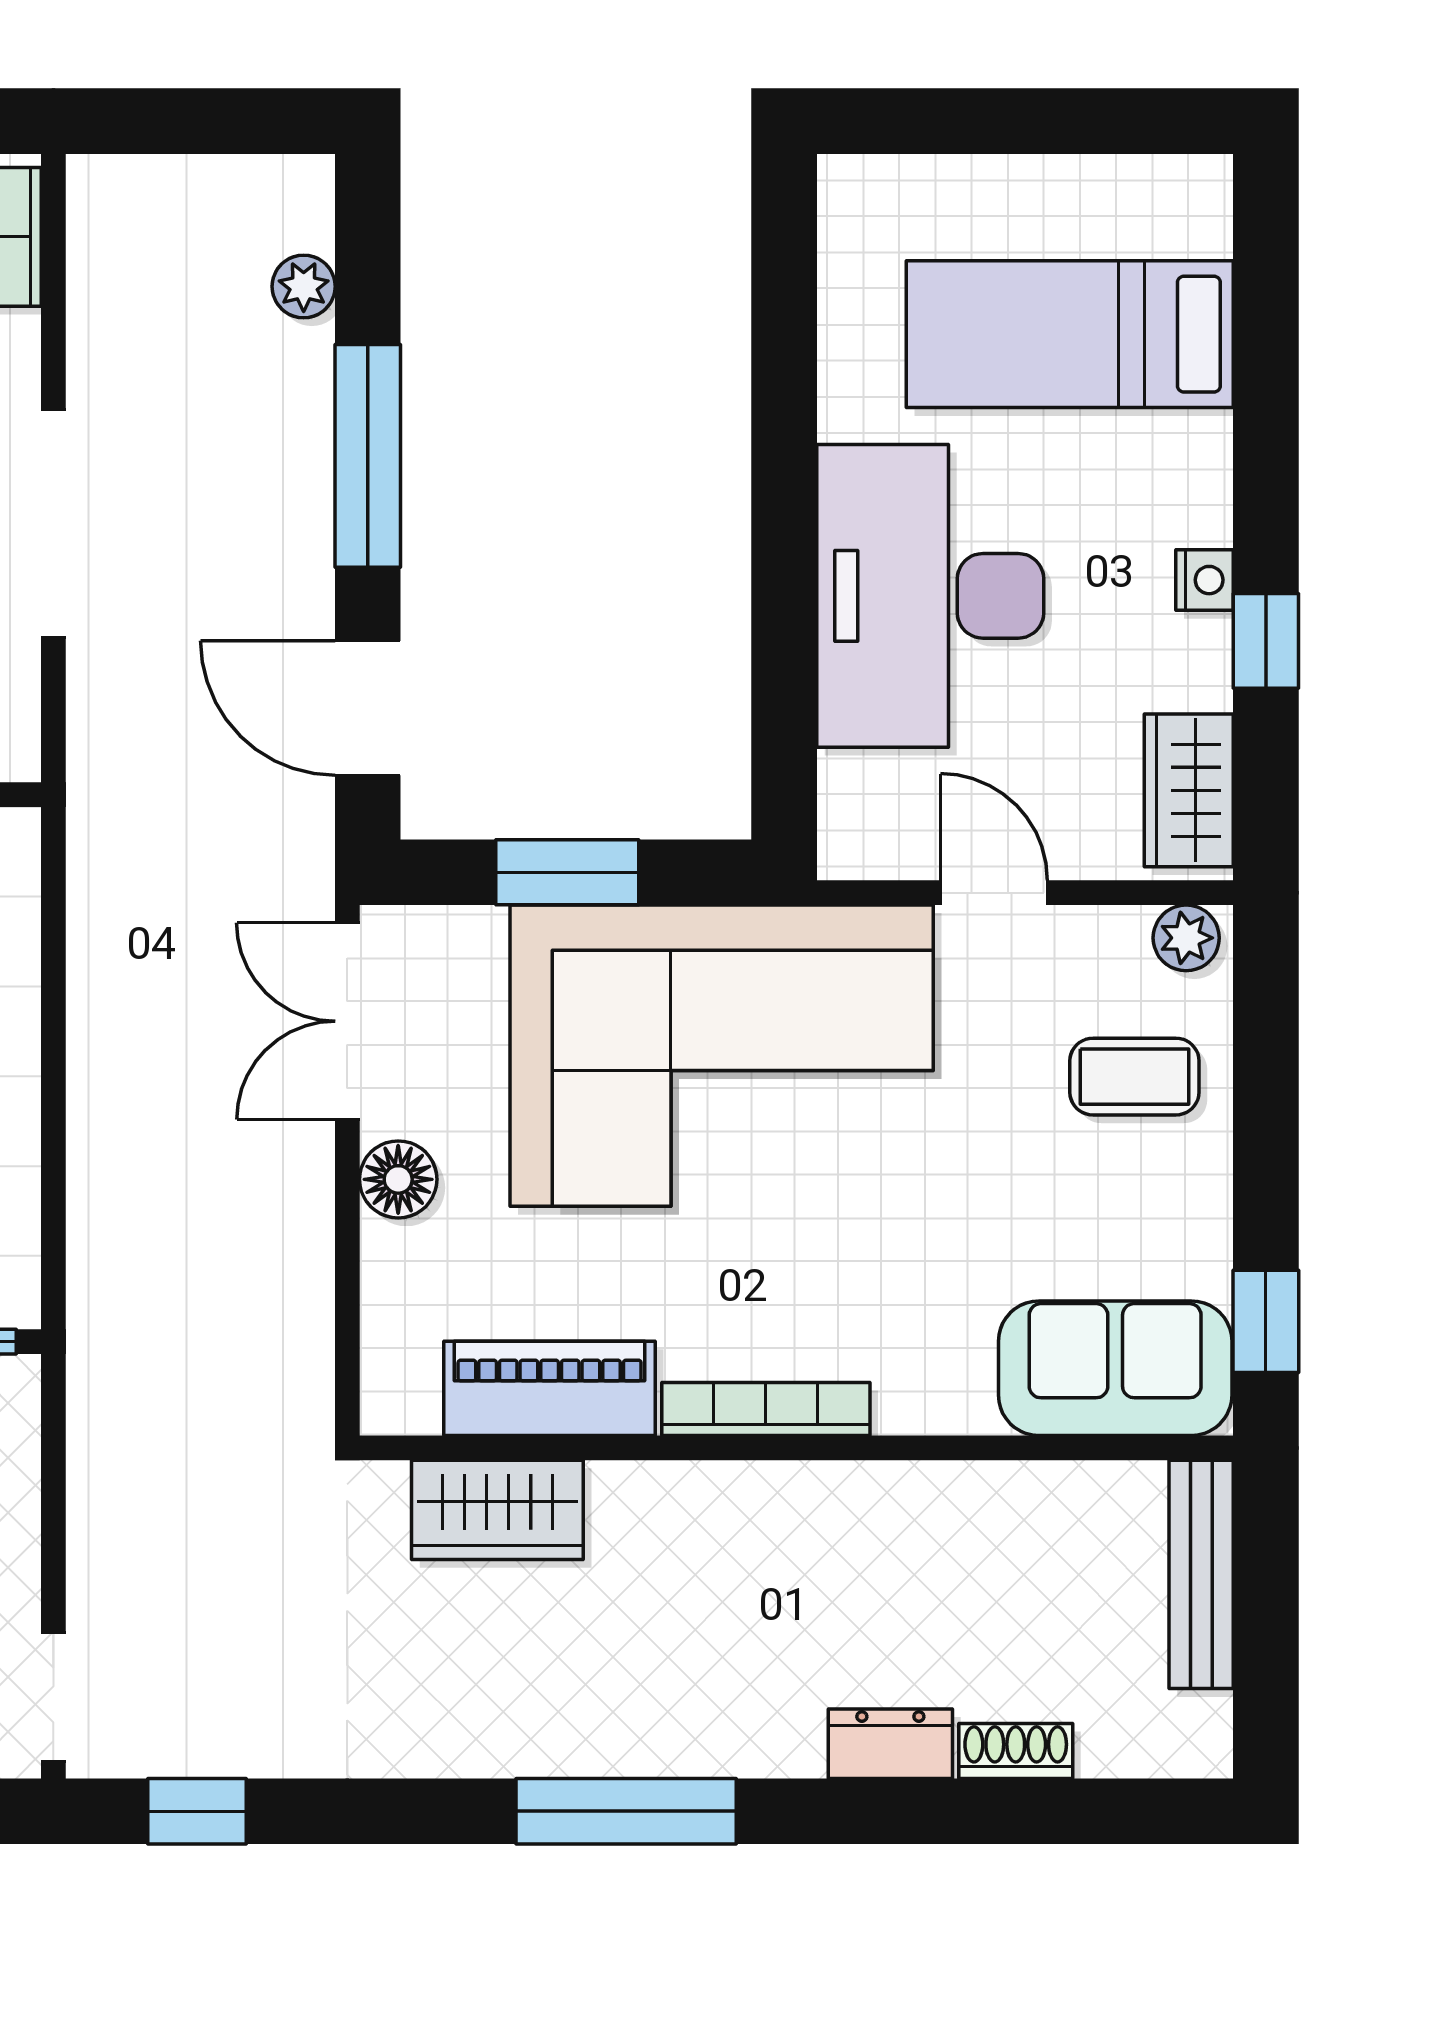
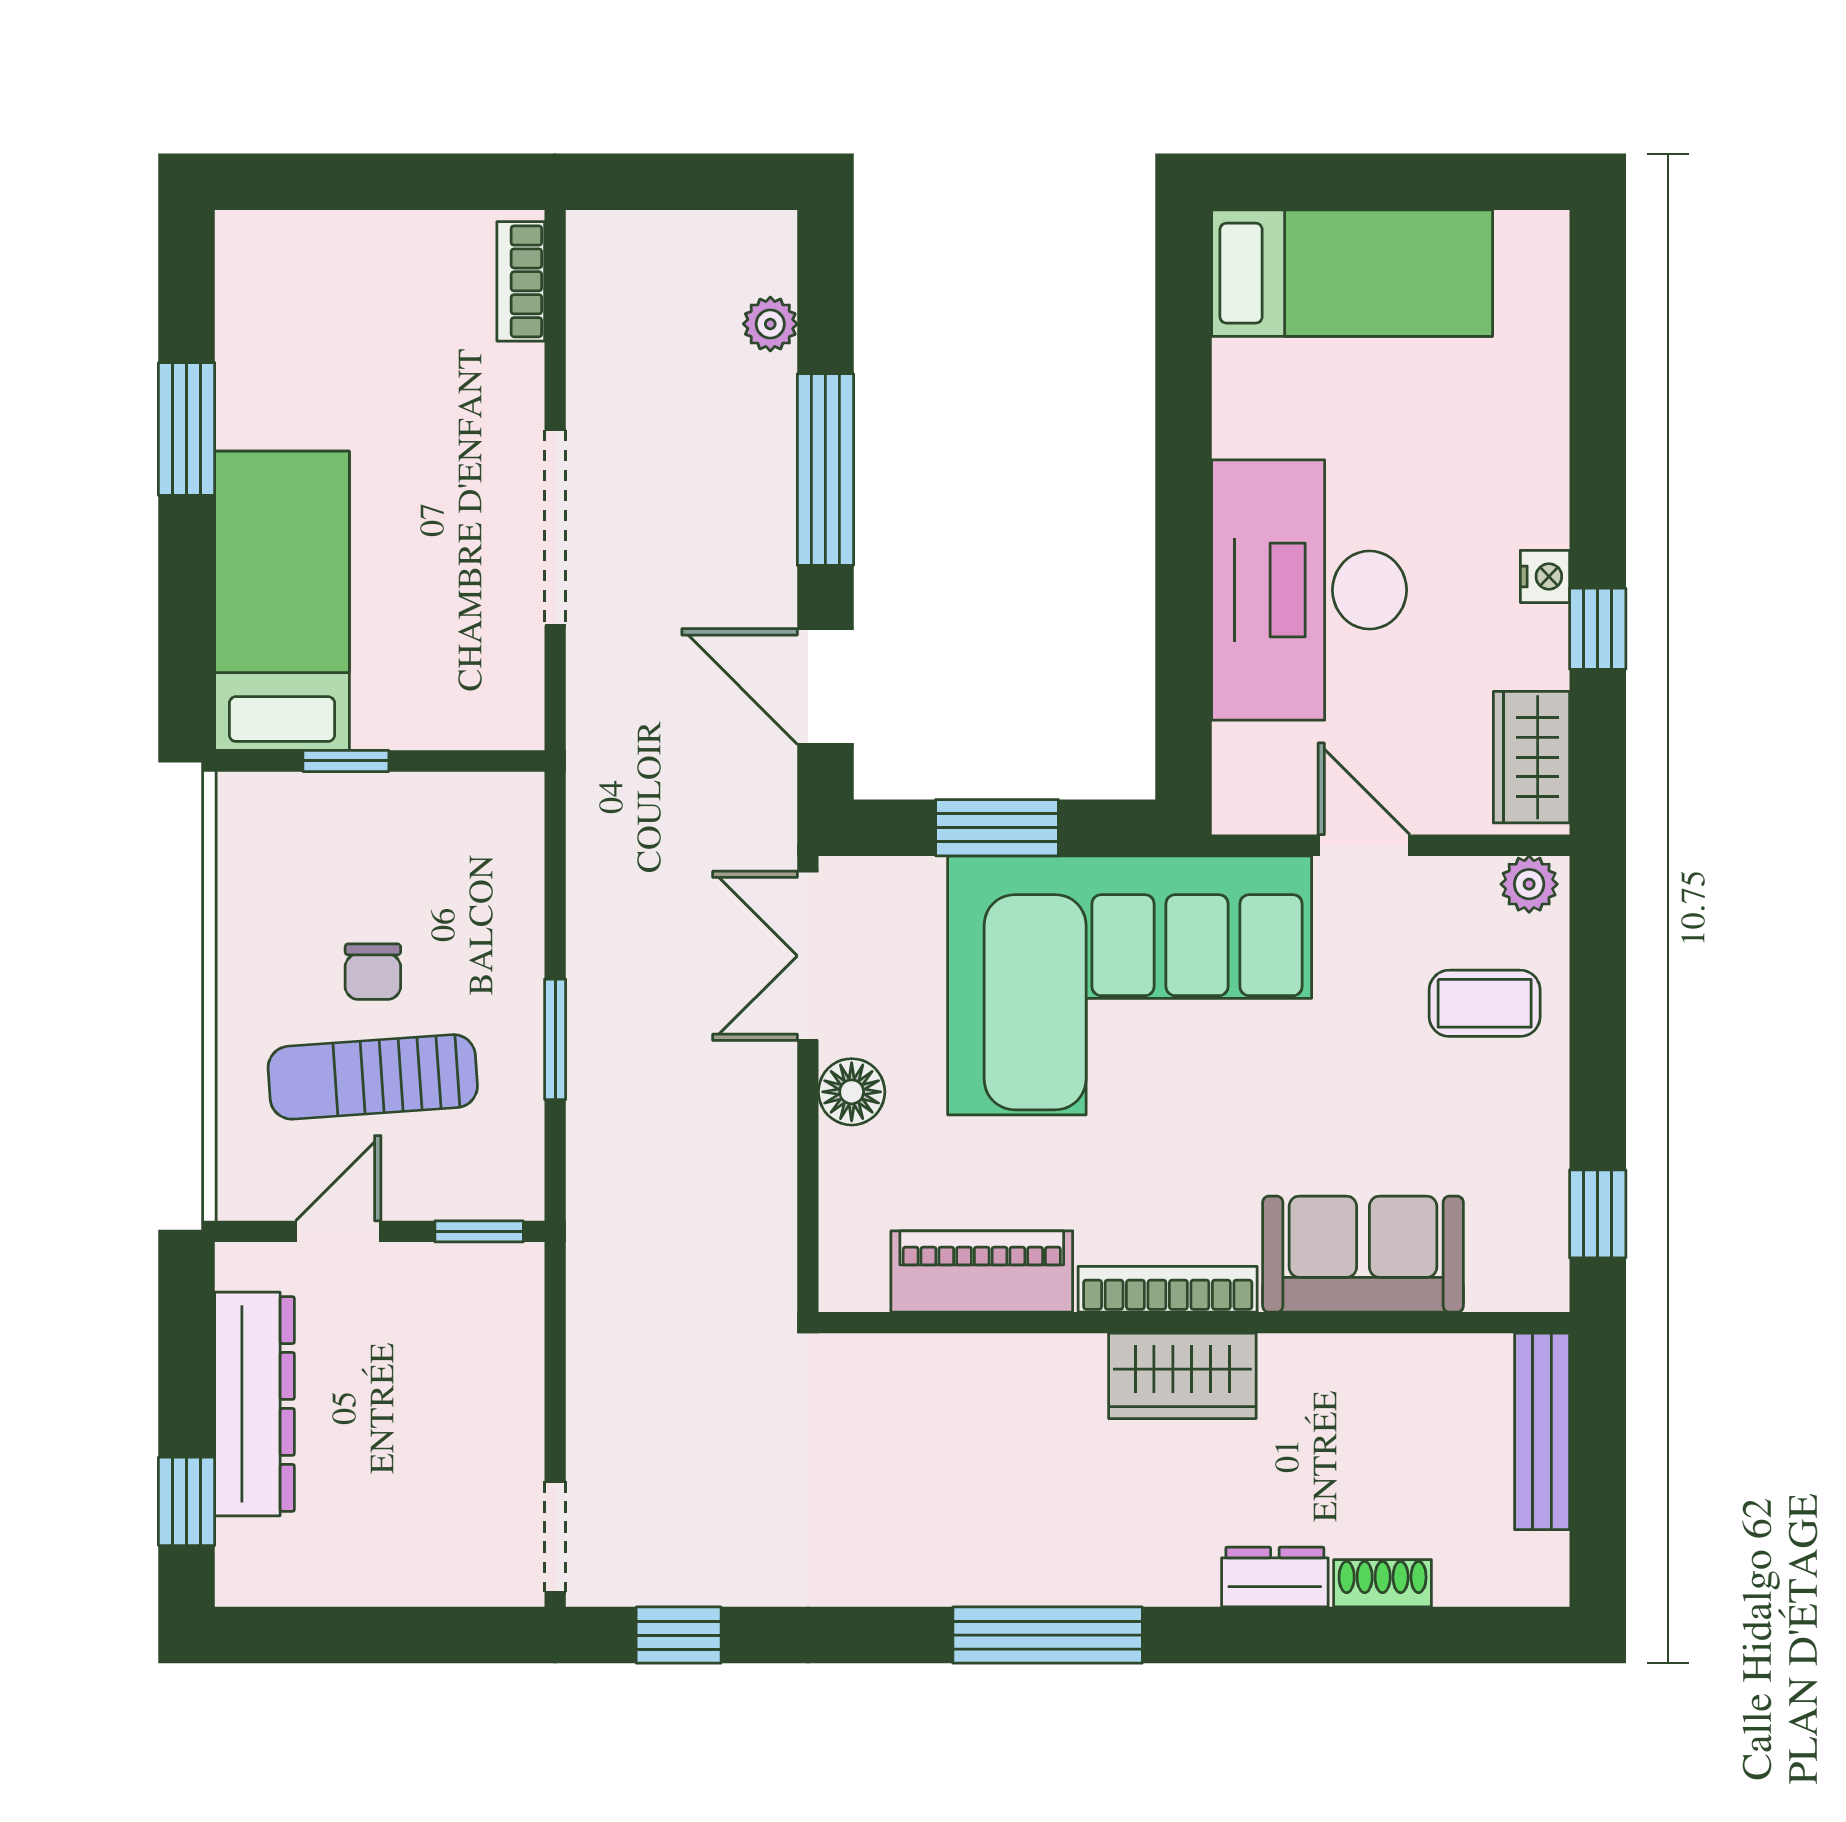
bed: (1070, 334) -> (1352, 273), moved, turned 180
window: (53, 1118) -> (555, 1039), added
sofa: (1115, 1368) -> (1363, 1254), moved
wardrobe: (497, 1510) -> (1182, 1376), moved

